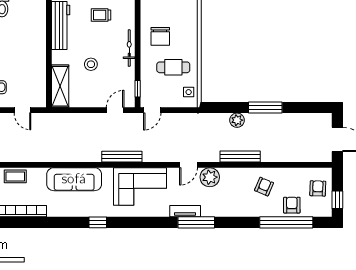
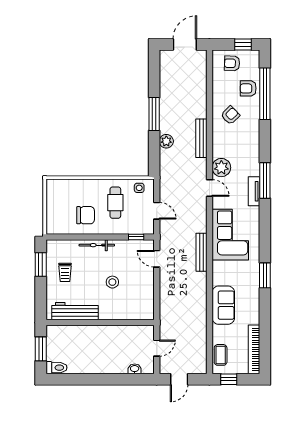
shelving: (60, 86) -> (134, 312), removed
door: (152, 110) -> (157, 211), moved
sofa: (74, 179) -> (223, 305), width x0.73
armchair: (264, 187) -> (230, 115), turned 113
window: (98, 222) -> (265, 275), width x1.50

